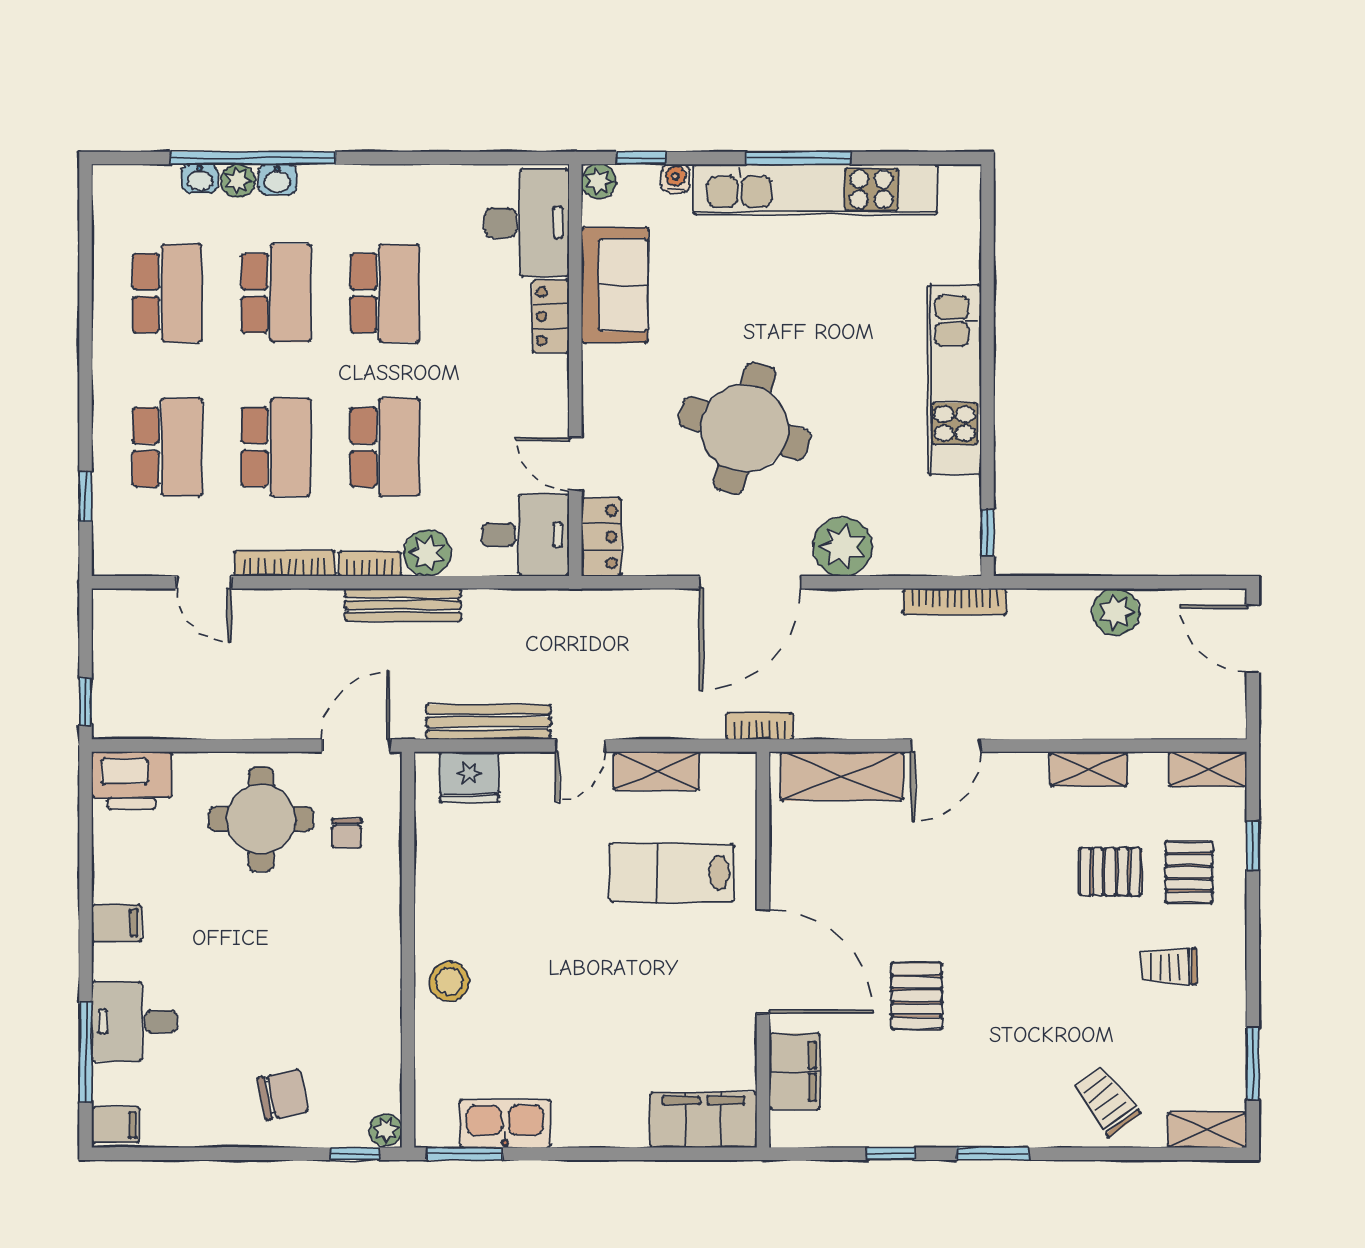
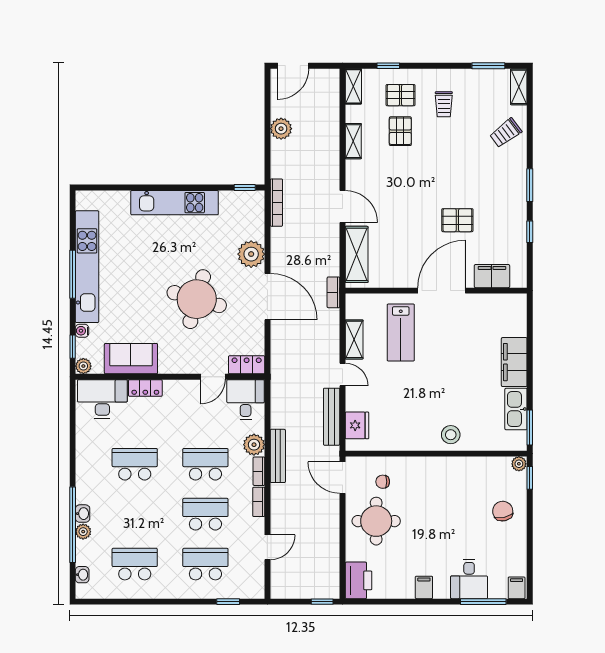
washbasin: (200, 179) -> (82, 575), moved
school desk: (276, 293) -> (135, 514), removed
bookcase: (285, 563) -> (259, 502), width x0.64
chair: (347, 833) -> (383, 482), turned 180
filing cabinet: (703, 1120) -> (514, 362), moved

